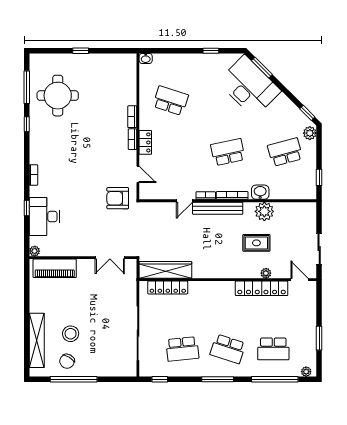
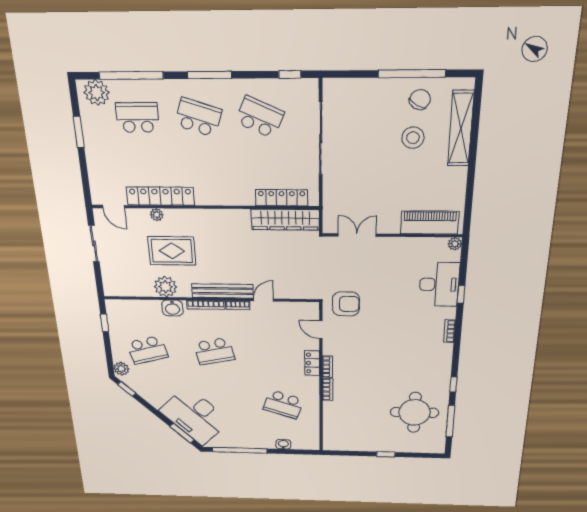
window: (211, 51) -> (240, 450), width x3.17
washbasin: (146, 58) -> (283, 444), moved
rug: (256, 243) -> (172, 251), width x1.36, depth x1.43
school desk: (182, 349) -> (260, 117), turned 30
plant: (306, 372) -> (97, 93), width x1.88, depth x1.88

